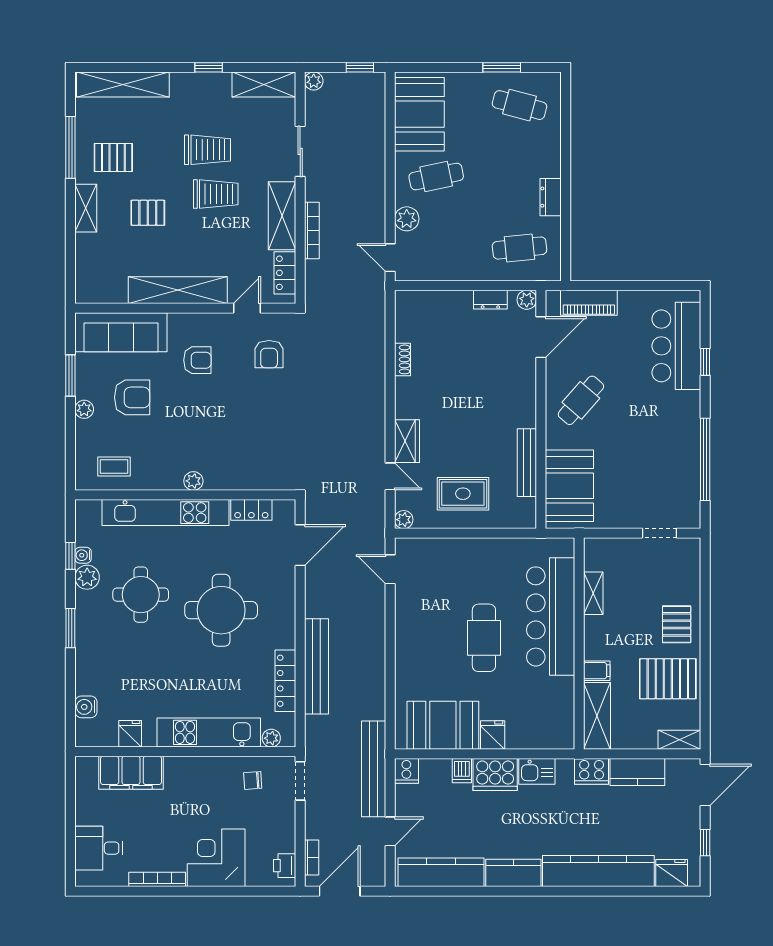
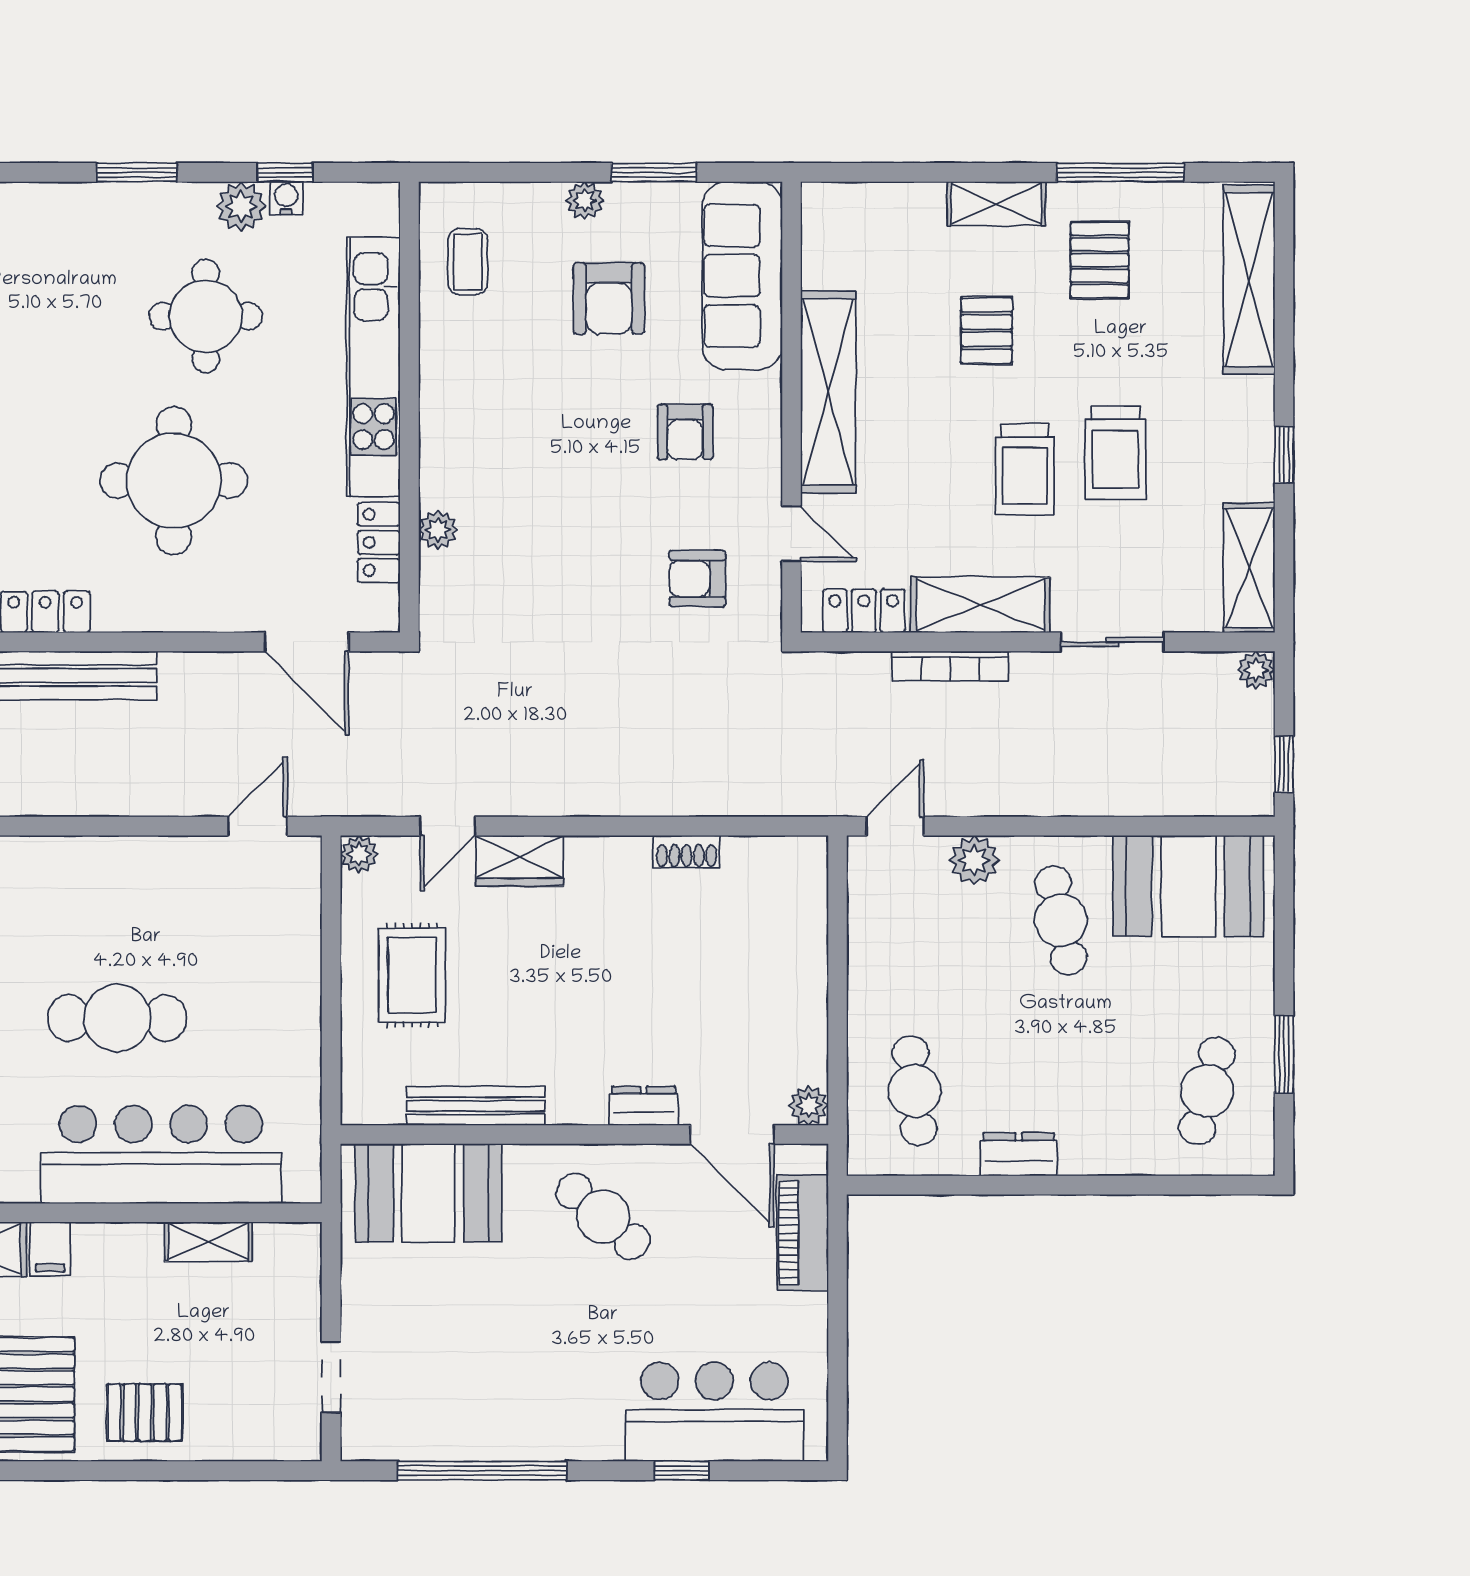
dresser: (490, 300) -> (644, 1106), moved, turned 90
plant: (193, 481) -> (438, 530), moved

